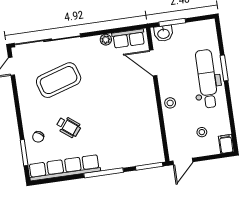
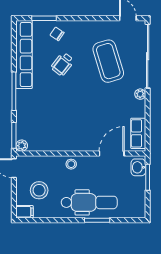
plant: (106, 40) -> (140, 94), moved
stool: (202, 132) -> (39, 190), width x1.89, depth x1.89
plant: (158, 157) -> (22, 146), added

